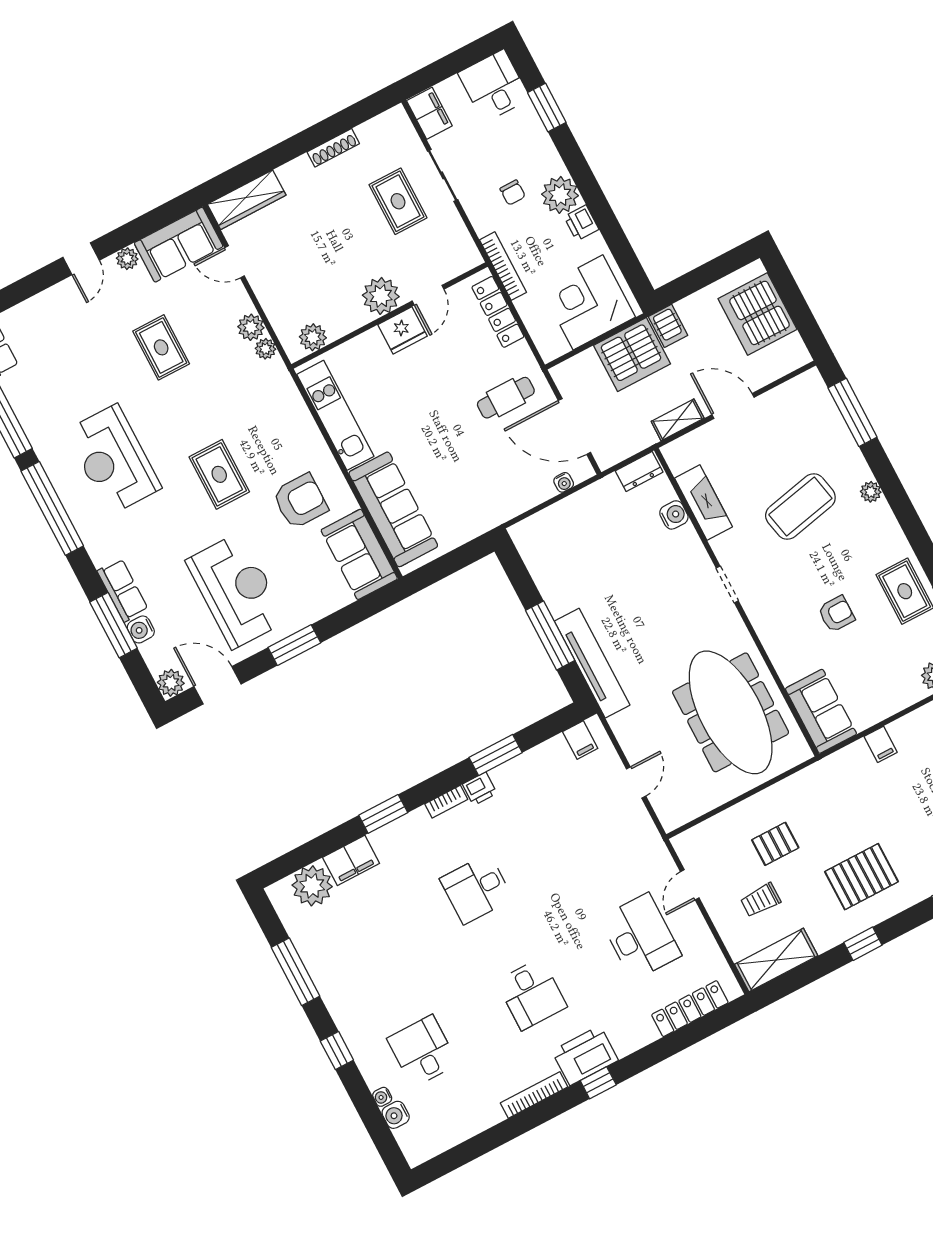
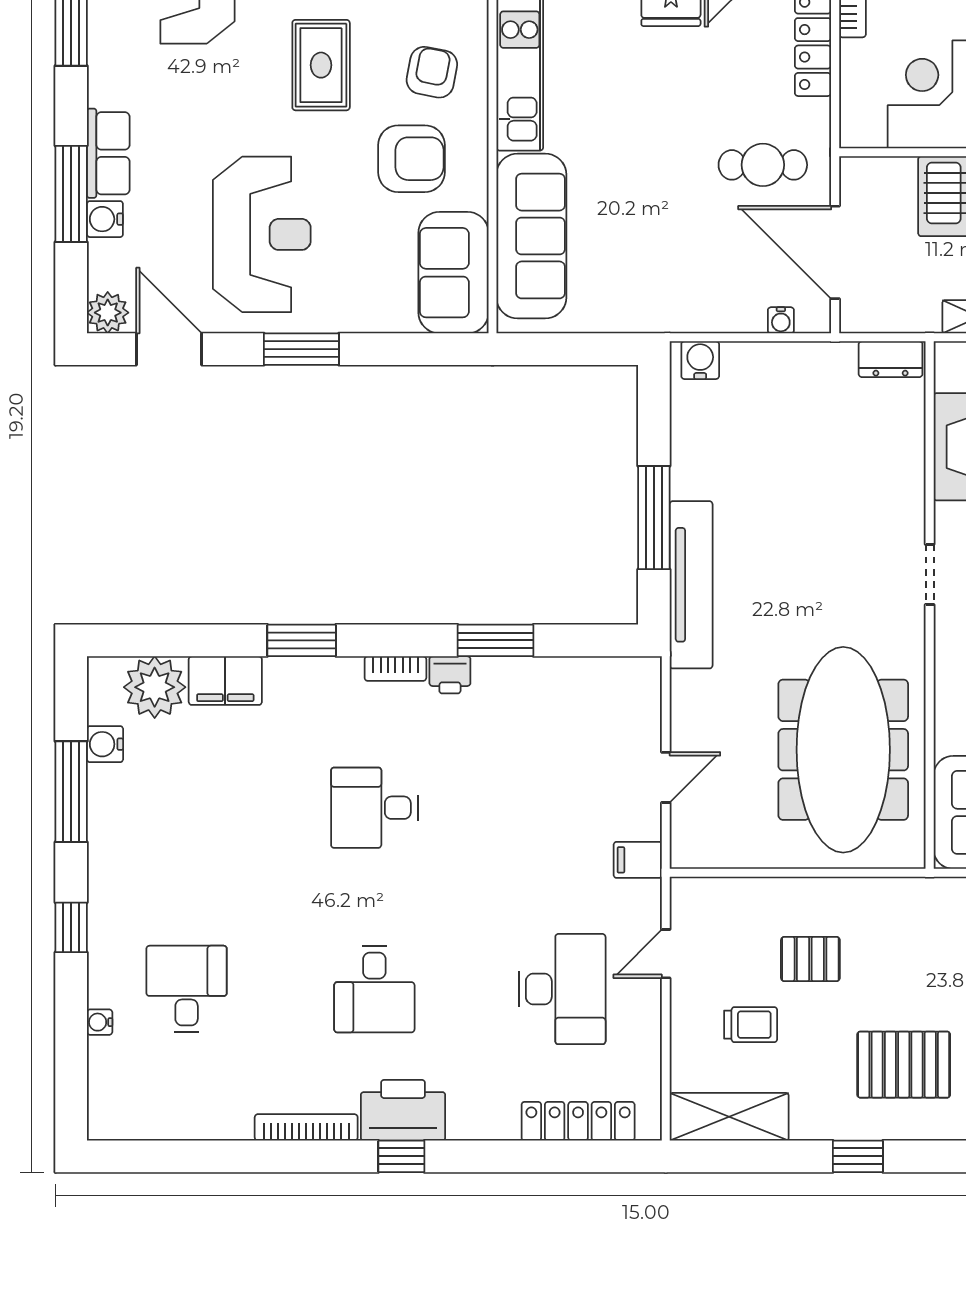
armchair: (286, 445) -> (432, 72), added
water cooler: (674, 515) -> (700, 360), moved, turned -90
filing cabinet: (580, 740) -> (638, 860), moved, turned 90
trolley: (761, 900) -> (751, 1025), turned 180
water cooler: (396, 1115) -> (105, 744), moved

